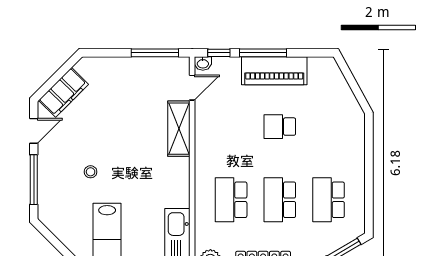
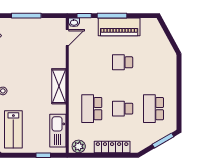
window: (155, 53) -> (26, 16), moved
shelving: (179, 129) -> (59, 86), moved
school desk: (280, 200) -> (123, 109), width x0.54

